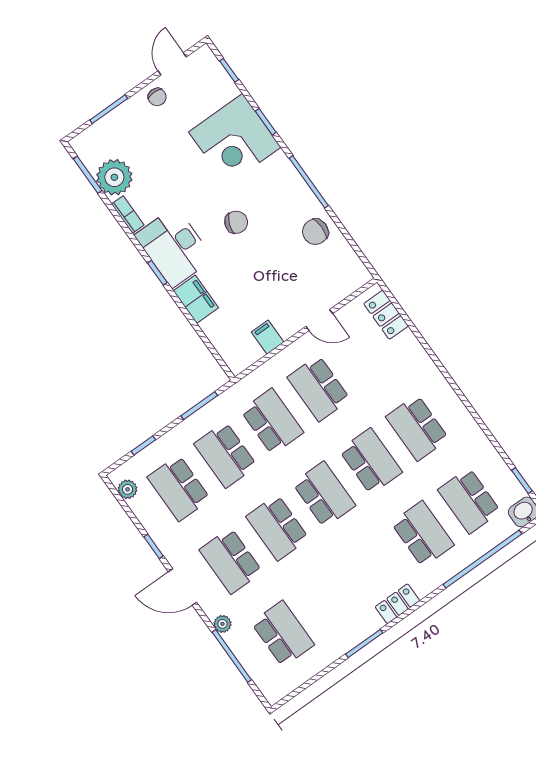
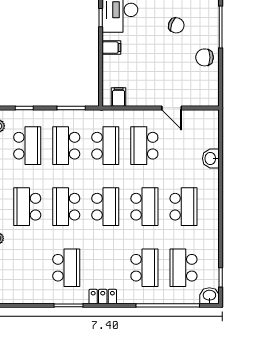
chair: (236, 222) -> (176, 25), moved
filing cabinet: (196, 299) -> (111, 48), width x0.50
locker: (386, 315) -> (211, 131), removed
filing cabinet: (268, 337) -> (119, 97), moved
washbasin: (409, 347) -> (211, 158), added
school desk: (417, 428) -> (183, 207), turned 180
school desk: (179, 488) -> (27, 146), turned 180
school desk: (283, 634) -> (66, 268), moved

